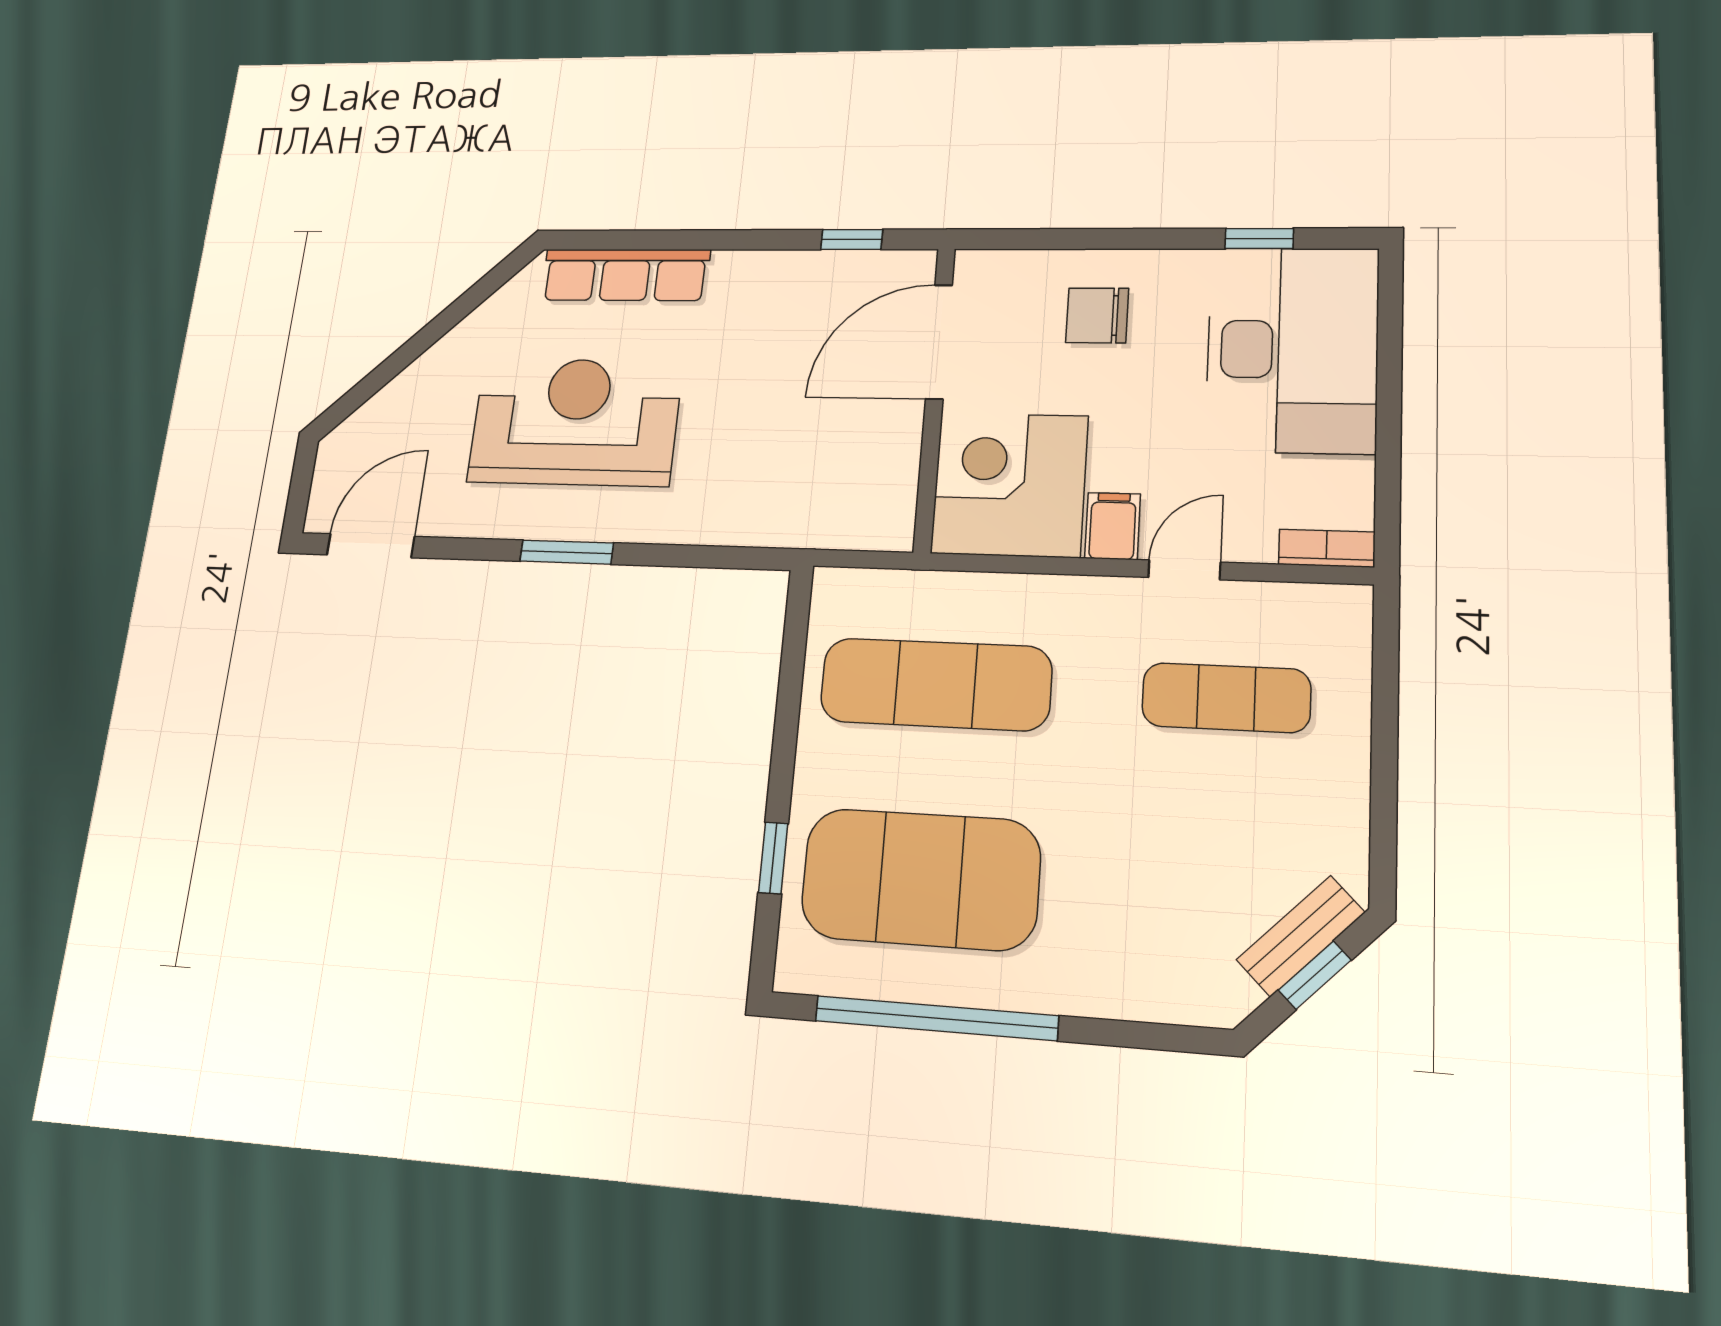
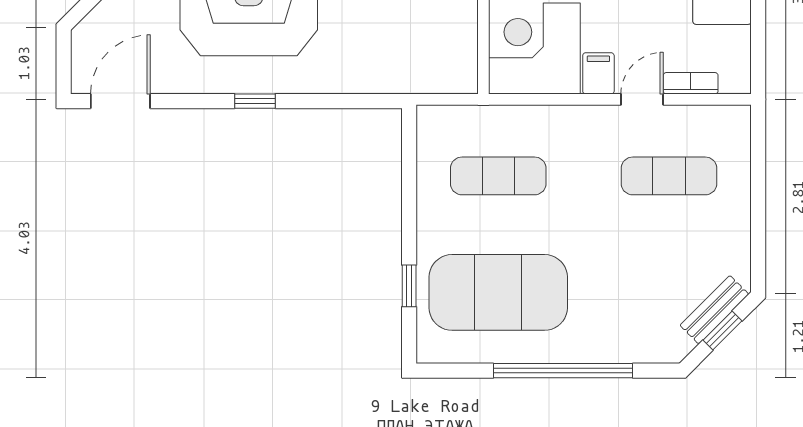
bookcase: (1327, 548) -> (691, 83), moved
window: (567, 552) -> (255, 101), width x0.67
exercise mat: (936, 684) -> (498, 176), width x0.73, depth x0.69
window: (936, 1018) -> (563, 371), moved

